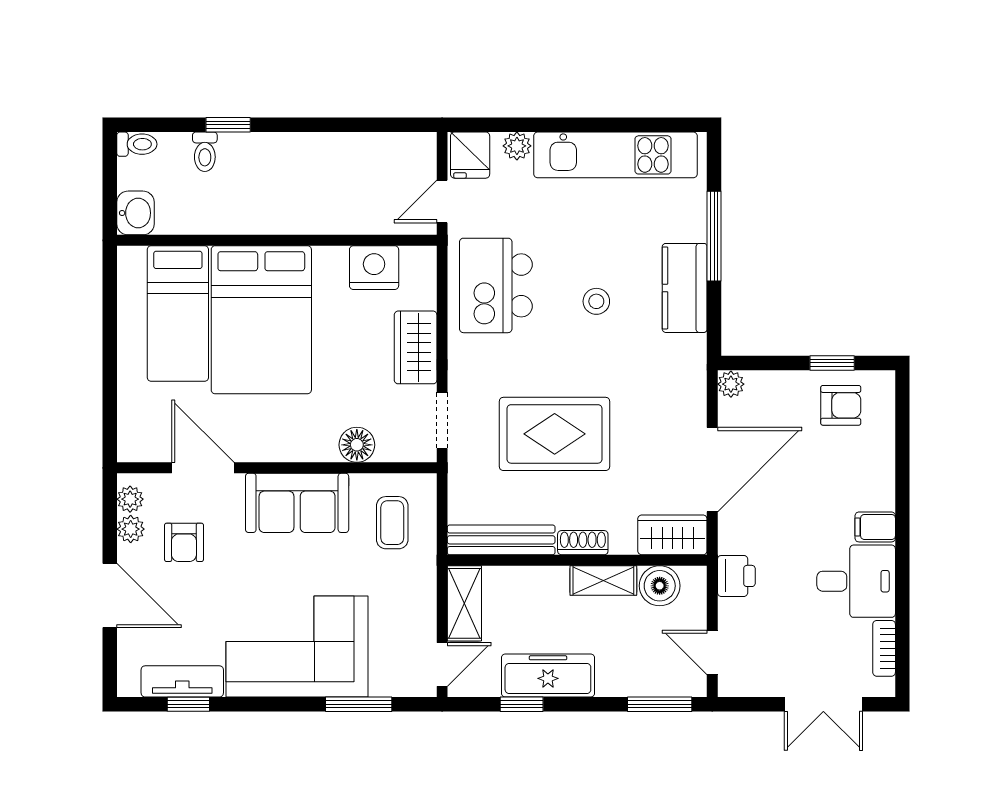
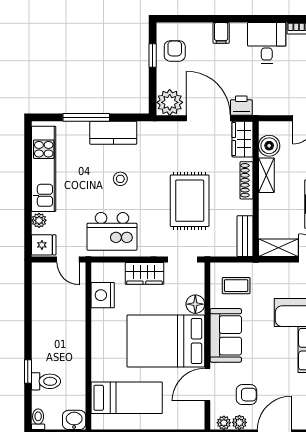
toilet: (205, 152) -> (46, 381), width x1.37, depth x1.39
bed: (261, 320) -> (166, 341), moved, turned 180
plant: (731, 384) -> (170, 102), width x1.88, depth x1.88
filing cabinet: (875, 527) -> (221, 33), moved
bench: (501, 540) -> (245, 236), width x0.73
shoe rack: (583, 543) -> (247, 180), width x1.43
printer: (736, 576) -> (241, 106), moved

